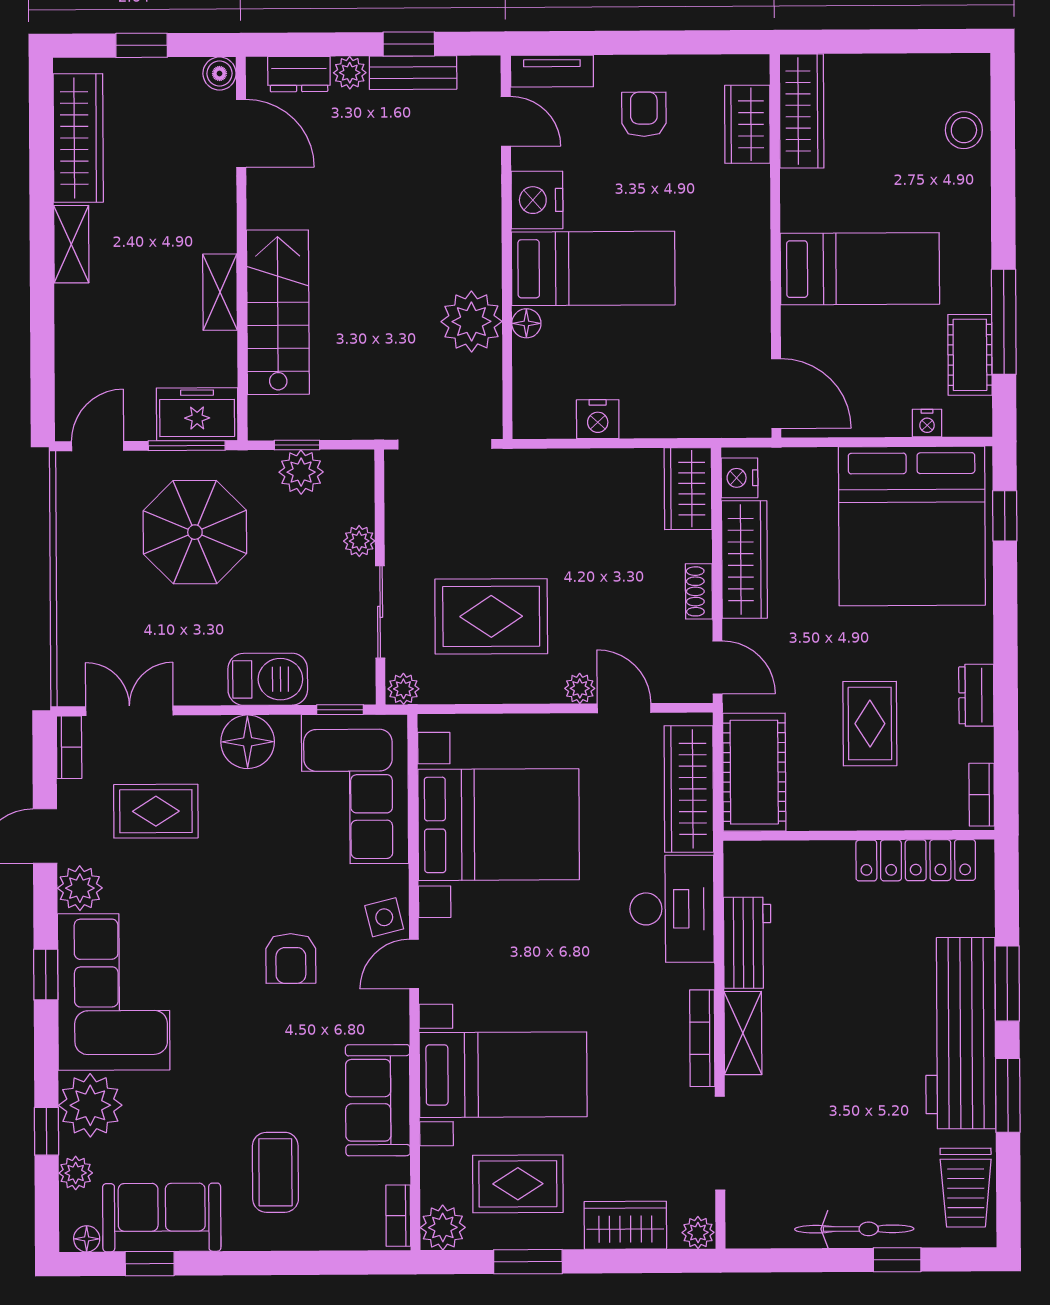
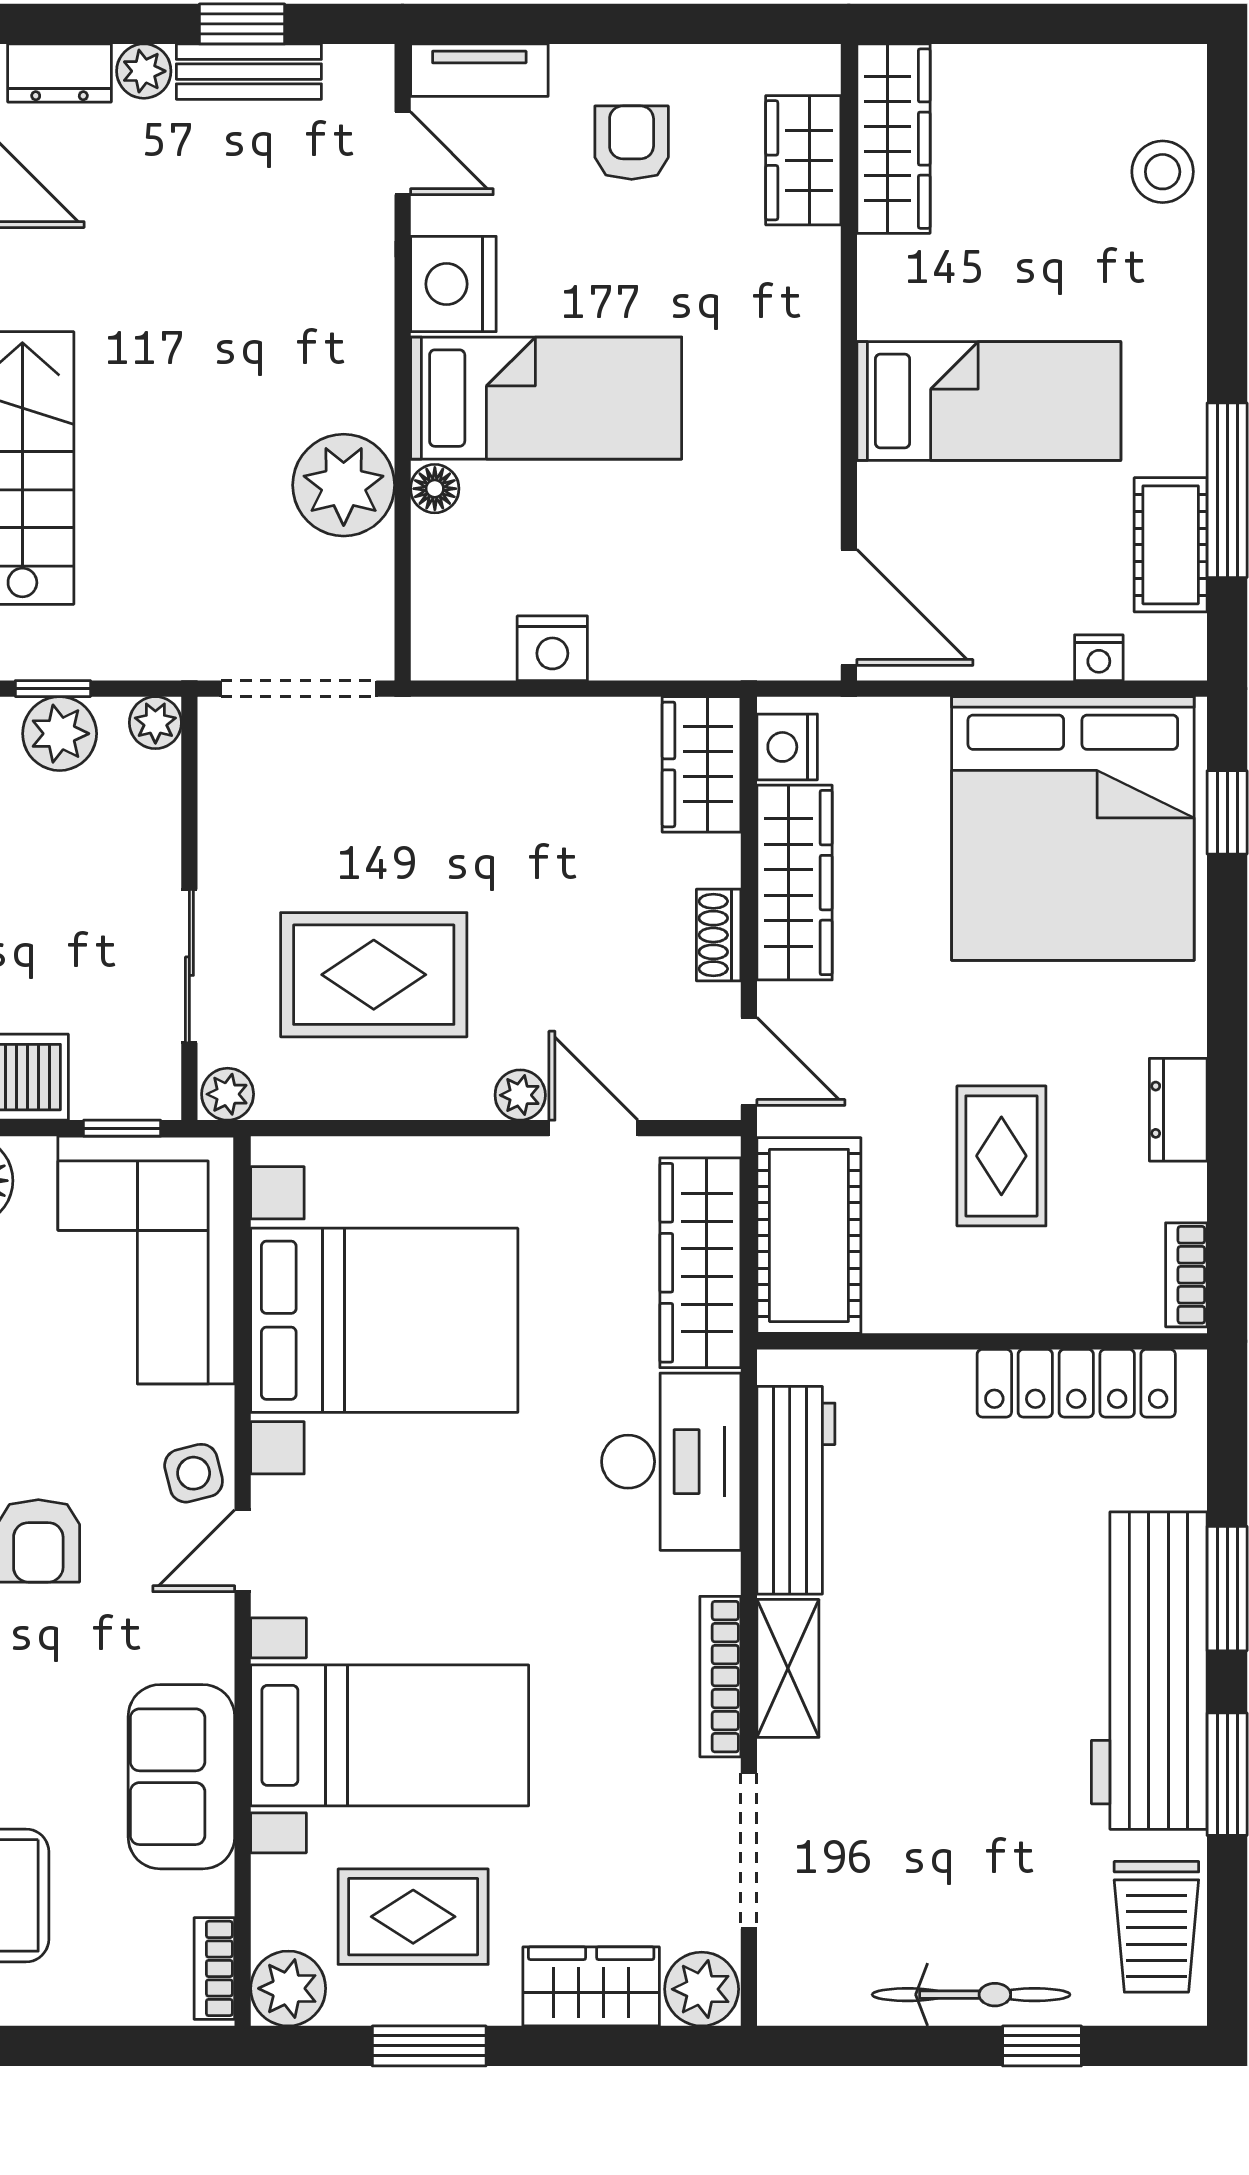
plant: (359, 541) -> (155, 723), moved
workbench: (747, 943) -> (796, 1490), width x1.38
plant: (698, 1233) -> (702, 1989), width x1.38, depth x1.38

